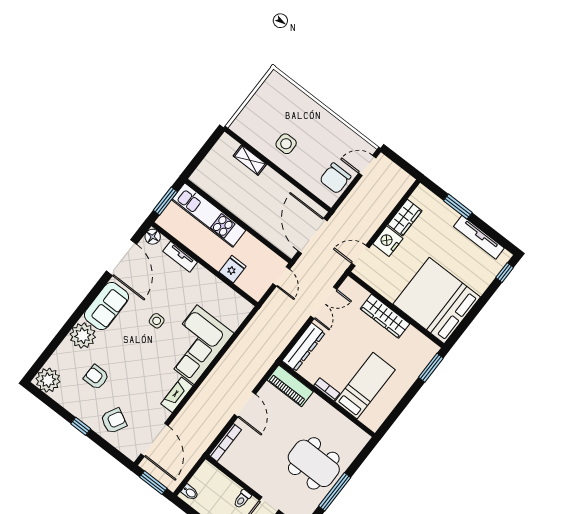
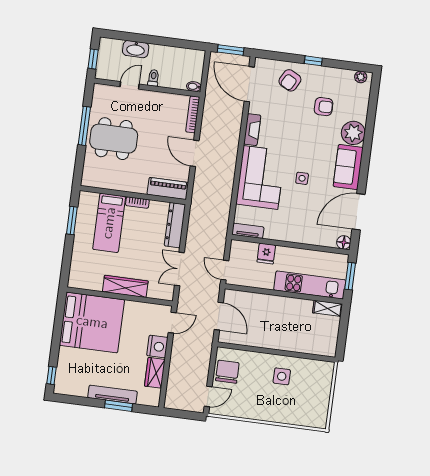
shelving: (250, 160) -> (328, 308), moved
door: (313, 236) -> (219, 316), width x0.73
tv unit: (479, 237) -> (112, 395), moved
tv unit: (180, 257) -> (248, 231), moved
door: (122, 258) -> (359, 212), hinge flipped
window: (431, 368) -> (72, 221), moved
plant: (48, 380) -> (361, 77), width x0.53, depth x0.53
bidet: (190, 492) -> (194, 86), moved

